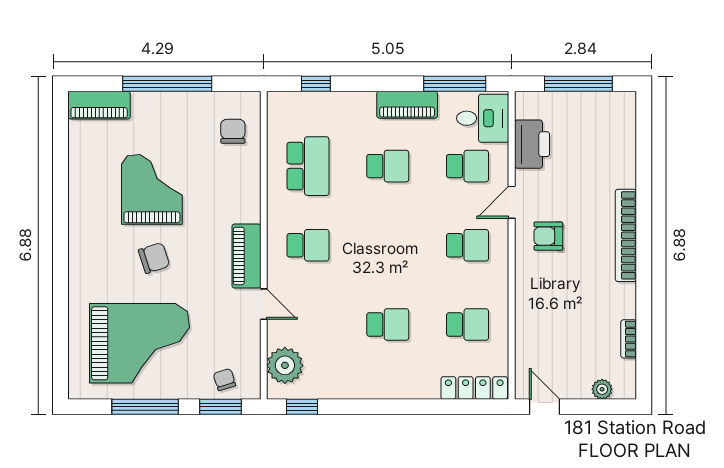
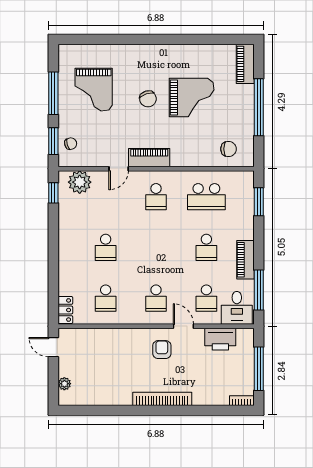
window: (316, 84) -> (259, 202), width x1.50
bookcase: (629, 339) -> (242, 401), moved
grand piano: (140, 343) -> (94, 90), width x0.73, depth x0.68
locker: (474, 388) -> (65, 310), width x0.66
door: (545, 407) -> (53, 347), swing flipped

